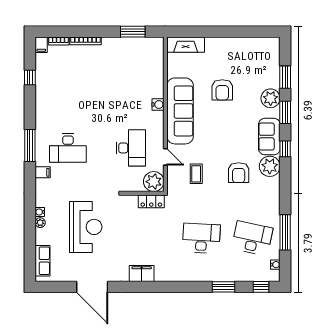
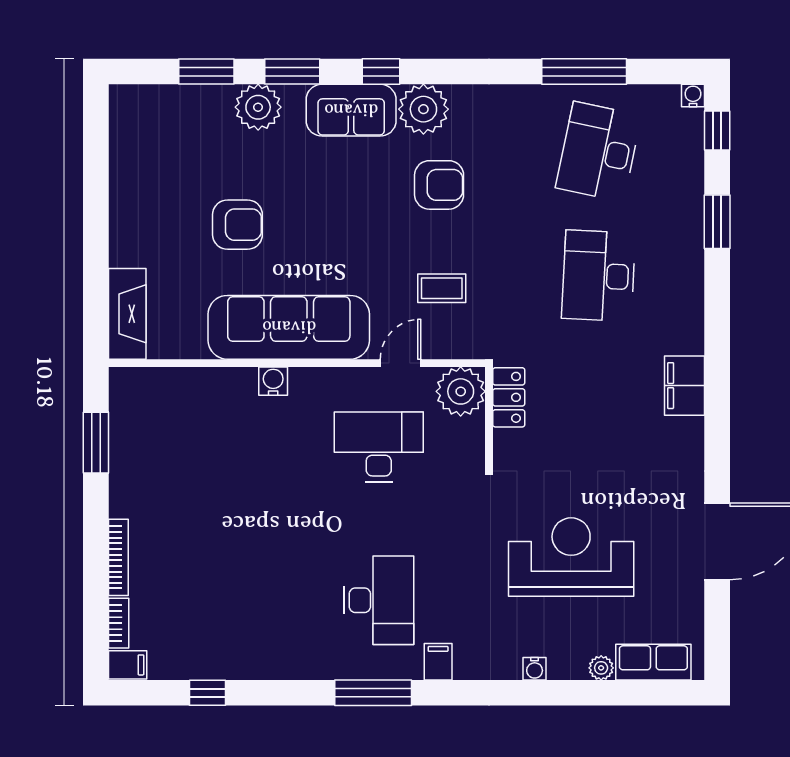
plant: (40, 223) -> (601, 668), moved
water cooler: (275, 265) -> (693, 96), moved
filing cabinet: (142, 274) -> (685, 386), moved

